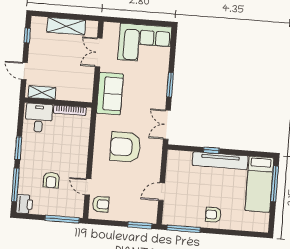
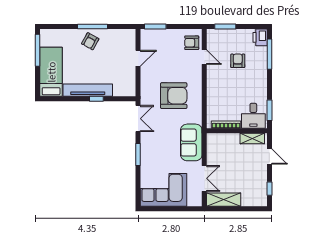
shelving: (66, 26) -> (224, 200), moved
window: (18, 148) -> (269, 110), moved
window: (275, 184) -> (37, 50), moved
armchair: (213, 215) -> (90, 41), turned 119
window: (62, 219) -> (225, 27), width x0.69
window: (184, 229) -> (93, 27), moved

